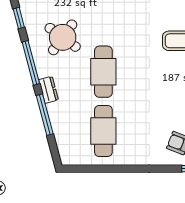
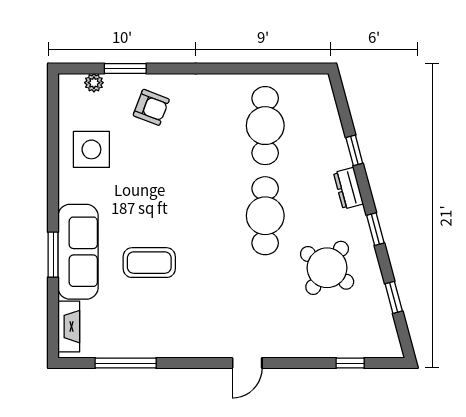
window: (31, 63) -> (375, 229), width x0.46
window: (45, 115) -> (354, 150), width x0.46

